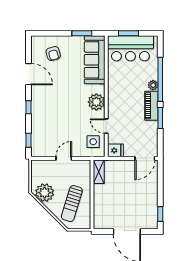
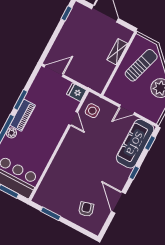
sofa: (95, 60) -> (135, 144), moved, turned 180
plant: (96, 102) -> (70, 145), removed
shelving: (99, 172) -> (117, 52), moved

